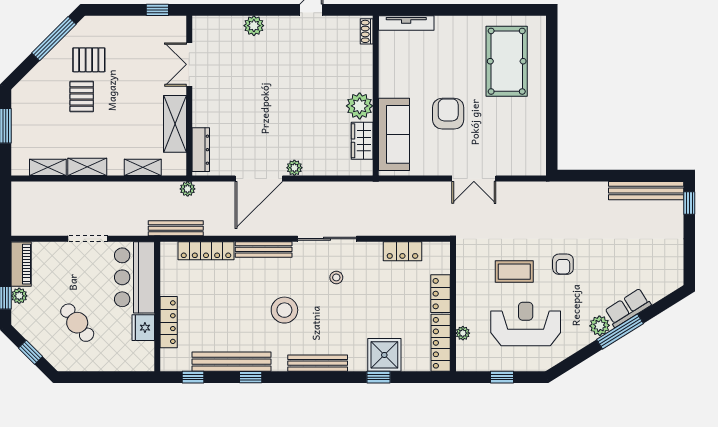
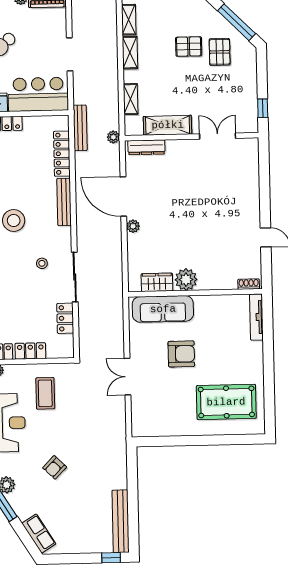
plant: (254, 26) -> (251, 189), removed
sliding door: (327, 239) -> (75, 277), moved
armchair: (563, 264) -> (55, 467), moved, turned -46
coffee table: (514, 272) -> (45, 393), moved
row of seats: (628, 308) -> (39, 534), moved

